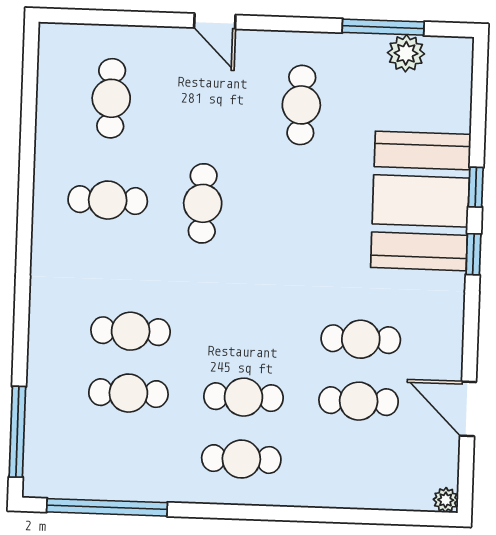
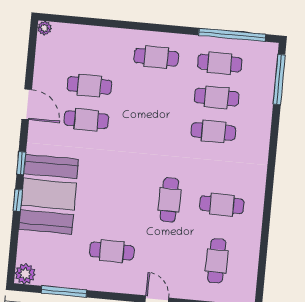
plant: (406, 53) -> (25, 274), moved
cafe table: (301, 105) -> (112, 251), turned 90
cafe table: (244, 397) -> (220, 63), moved
door: (468, 409) -> (27, 104), moved

